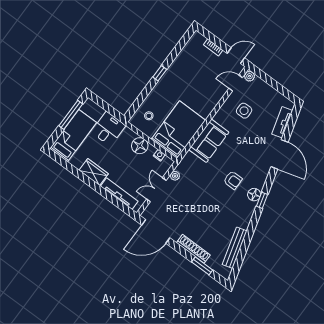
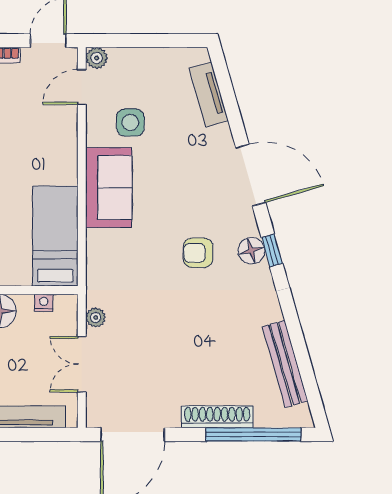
bed: (178, 130) -> (55, 236), width x0.67
sofa: (209, 141) -> (109, 188), moved
door: (279, 154) -> (251, 175), moved
armchair: (233, 180) -> (198, 253), turned 180
window: (202, 266) -> (253, 435), width x2.11

